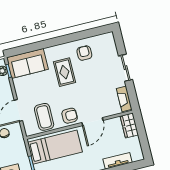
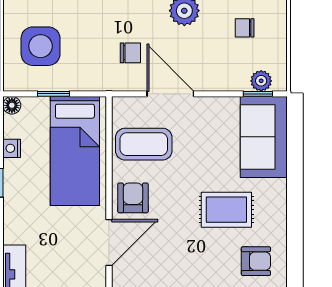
armchair: (70, 116) -> (133, 198), turned 180
door: (92, 122) -> (109, 243), swing flipped

